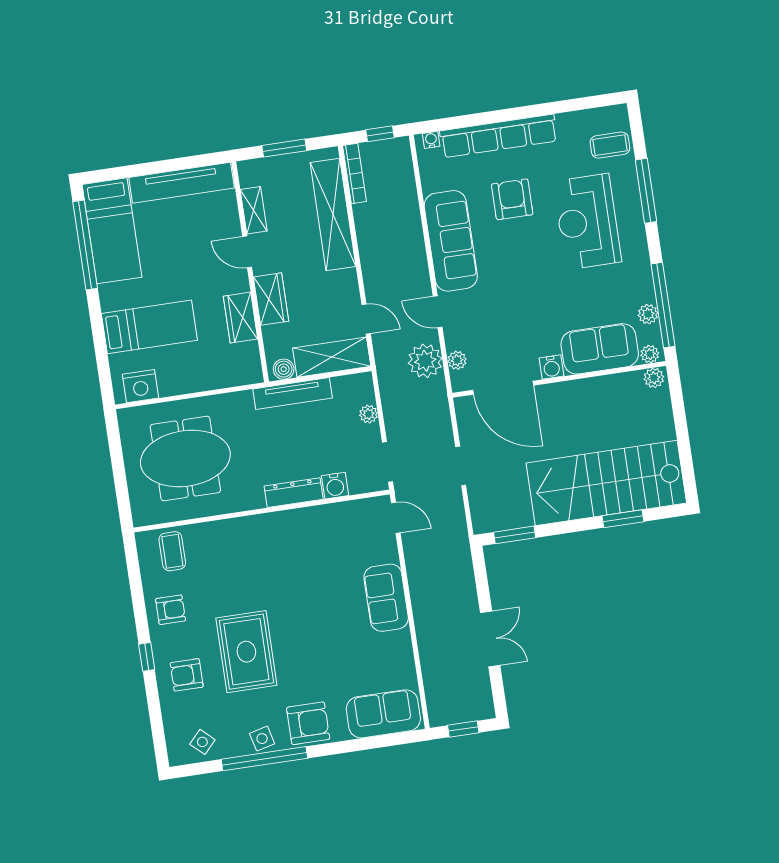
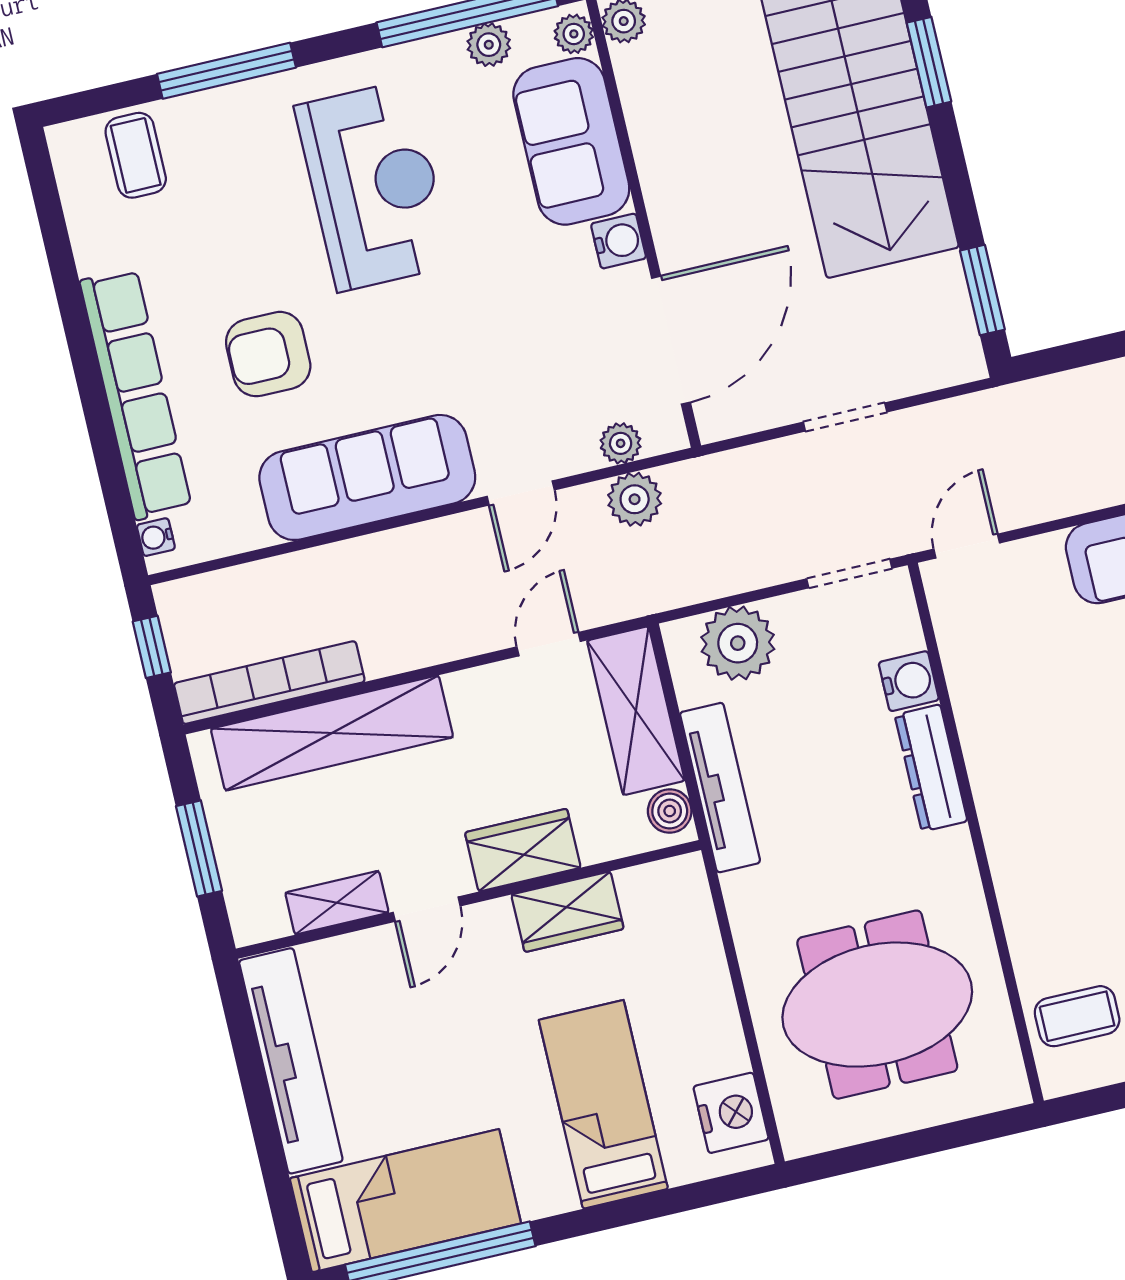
bookcase: (354, 174) -> (269, 683), width x1.48, depth x1.31
reception desk: (587, 222) -> (374, 186), moved, turned -90
plant: (425, 361) -> (635, 499), width x0.73, depth x0.73
plant: (369, 414) -> (738, 643), width x1.88, depth x1.88
meeting table: (185, 458) -> (877, 1005), turned 90

